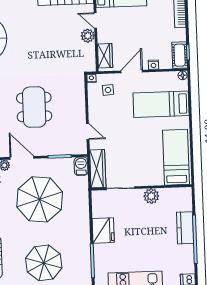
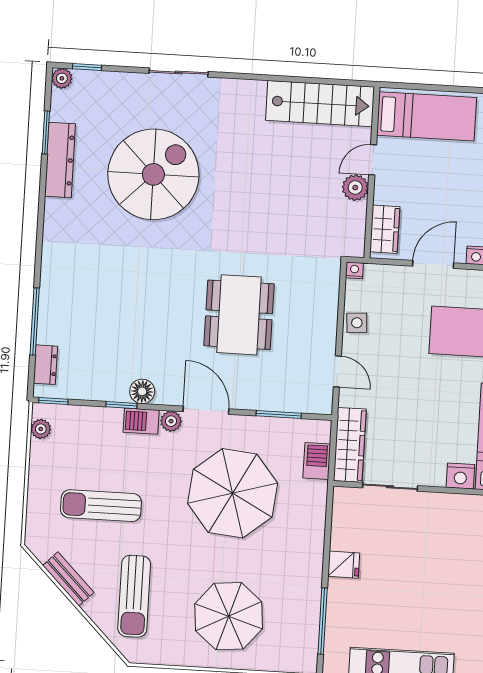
door: (95, 21) -> (373, 160), hinge flipped
side table: (108, 90) -> (357, 323), moved
barbecue: (81, 166) -> (317, 461), moved
nightstand: (156, 179) -> (460, 476), added
plant: (151, 196) -> (448, 508), removed
fridge: (103, 231) -> (344, 565), width x0.53, depth x0.75

